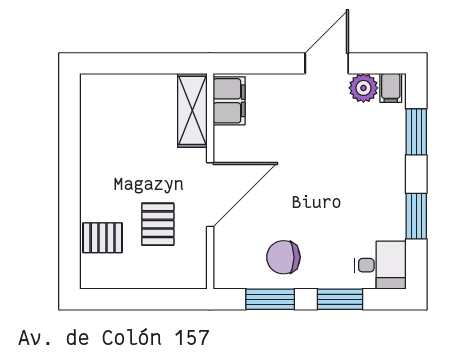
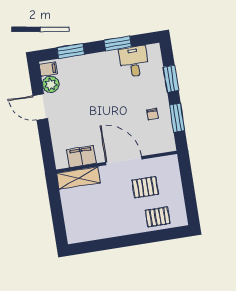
filing cabinet: (229, 101) -> (81, 156), moved
pallet: (103, 238) -> (158, 217), turned 90
chair: (283, 257) -> (152, 114), width x0.54, depth x0.54
desk: (380, 265) -> (134, 62), moved

